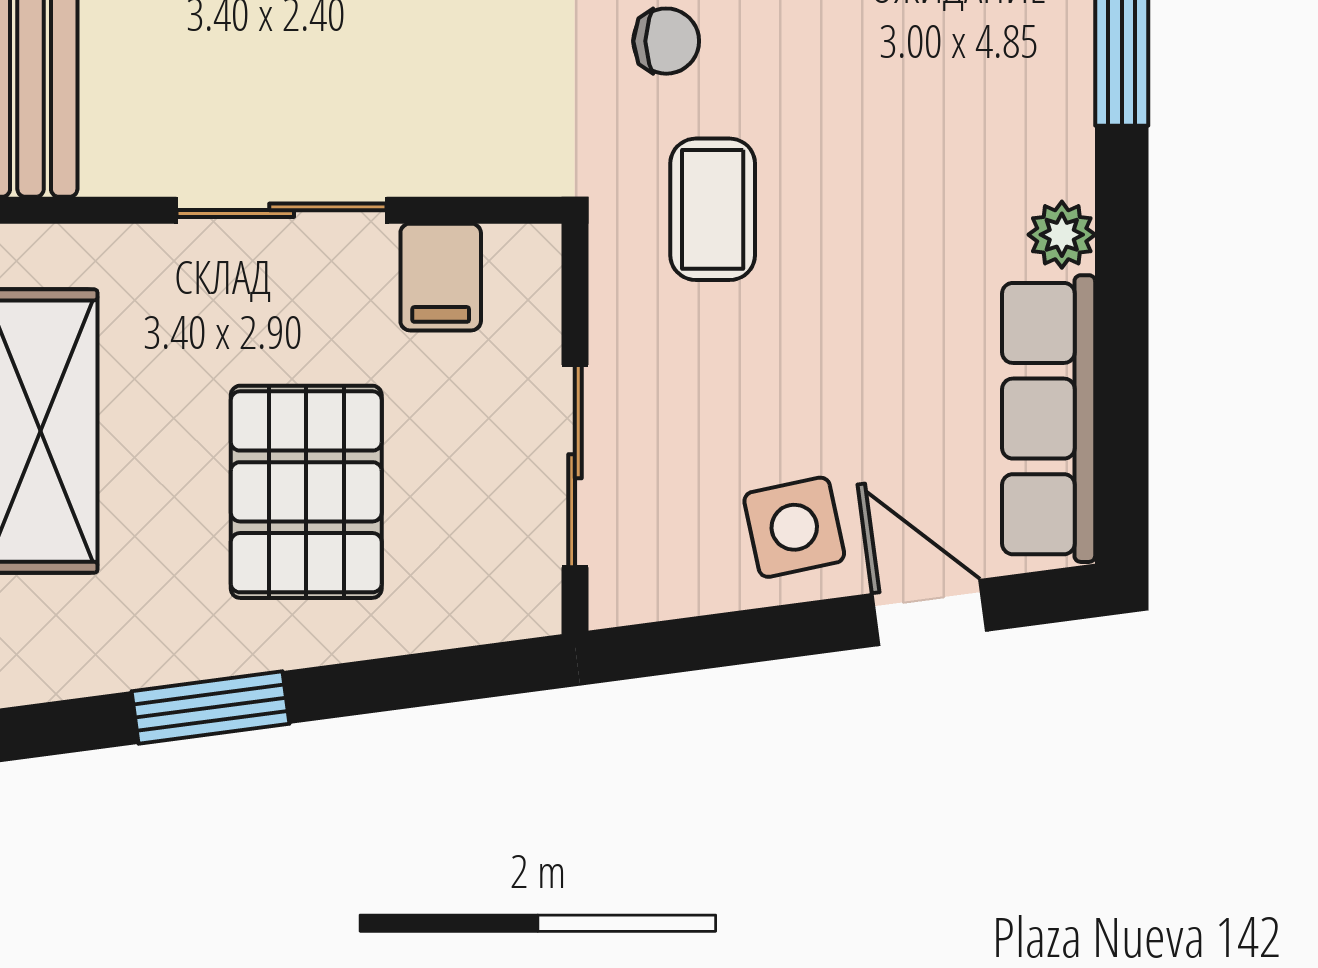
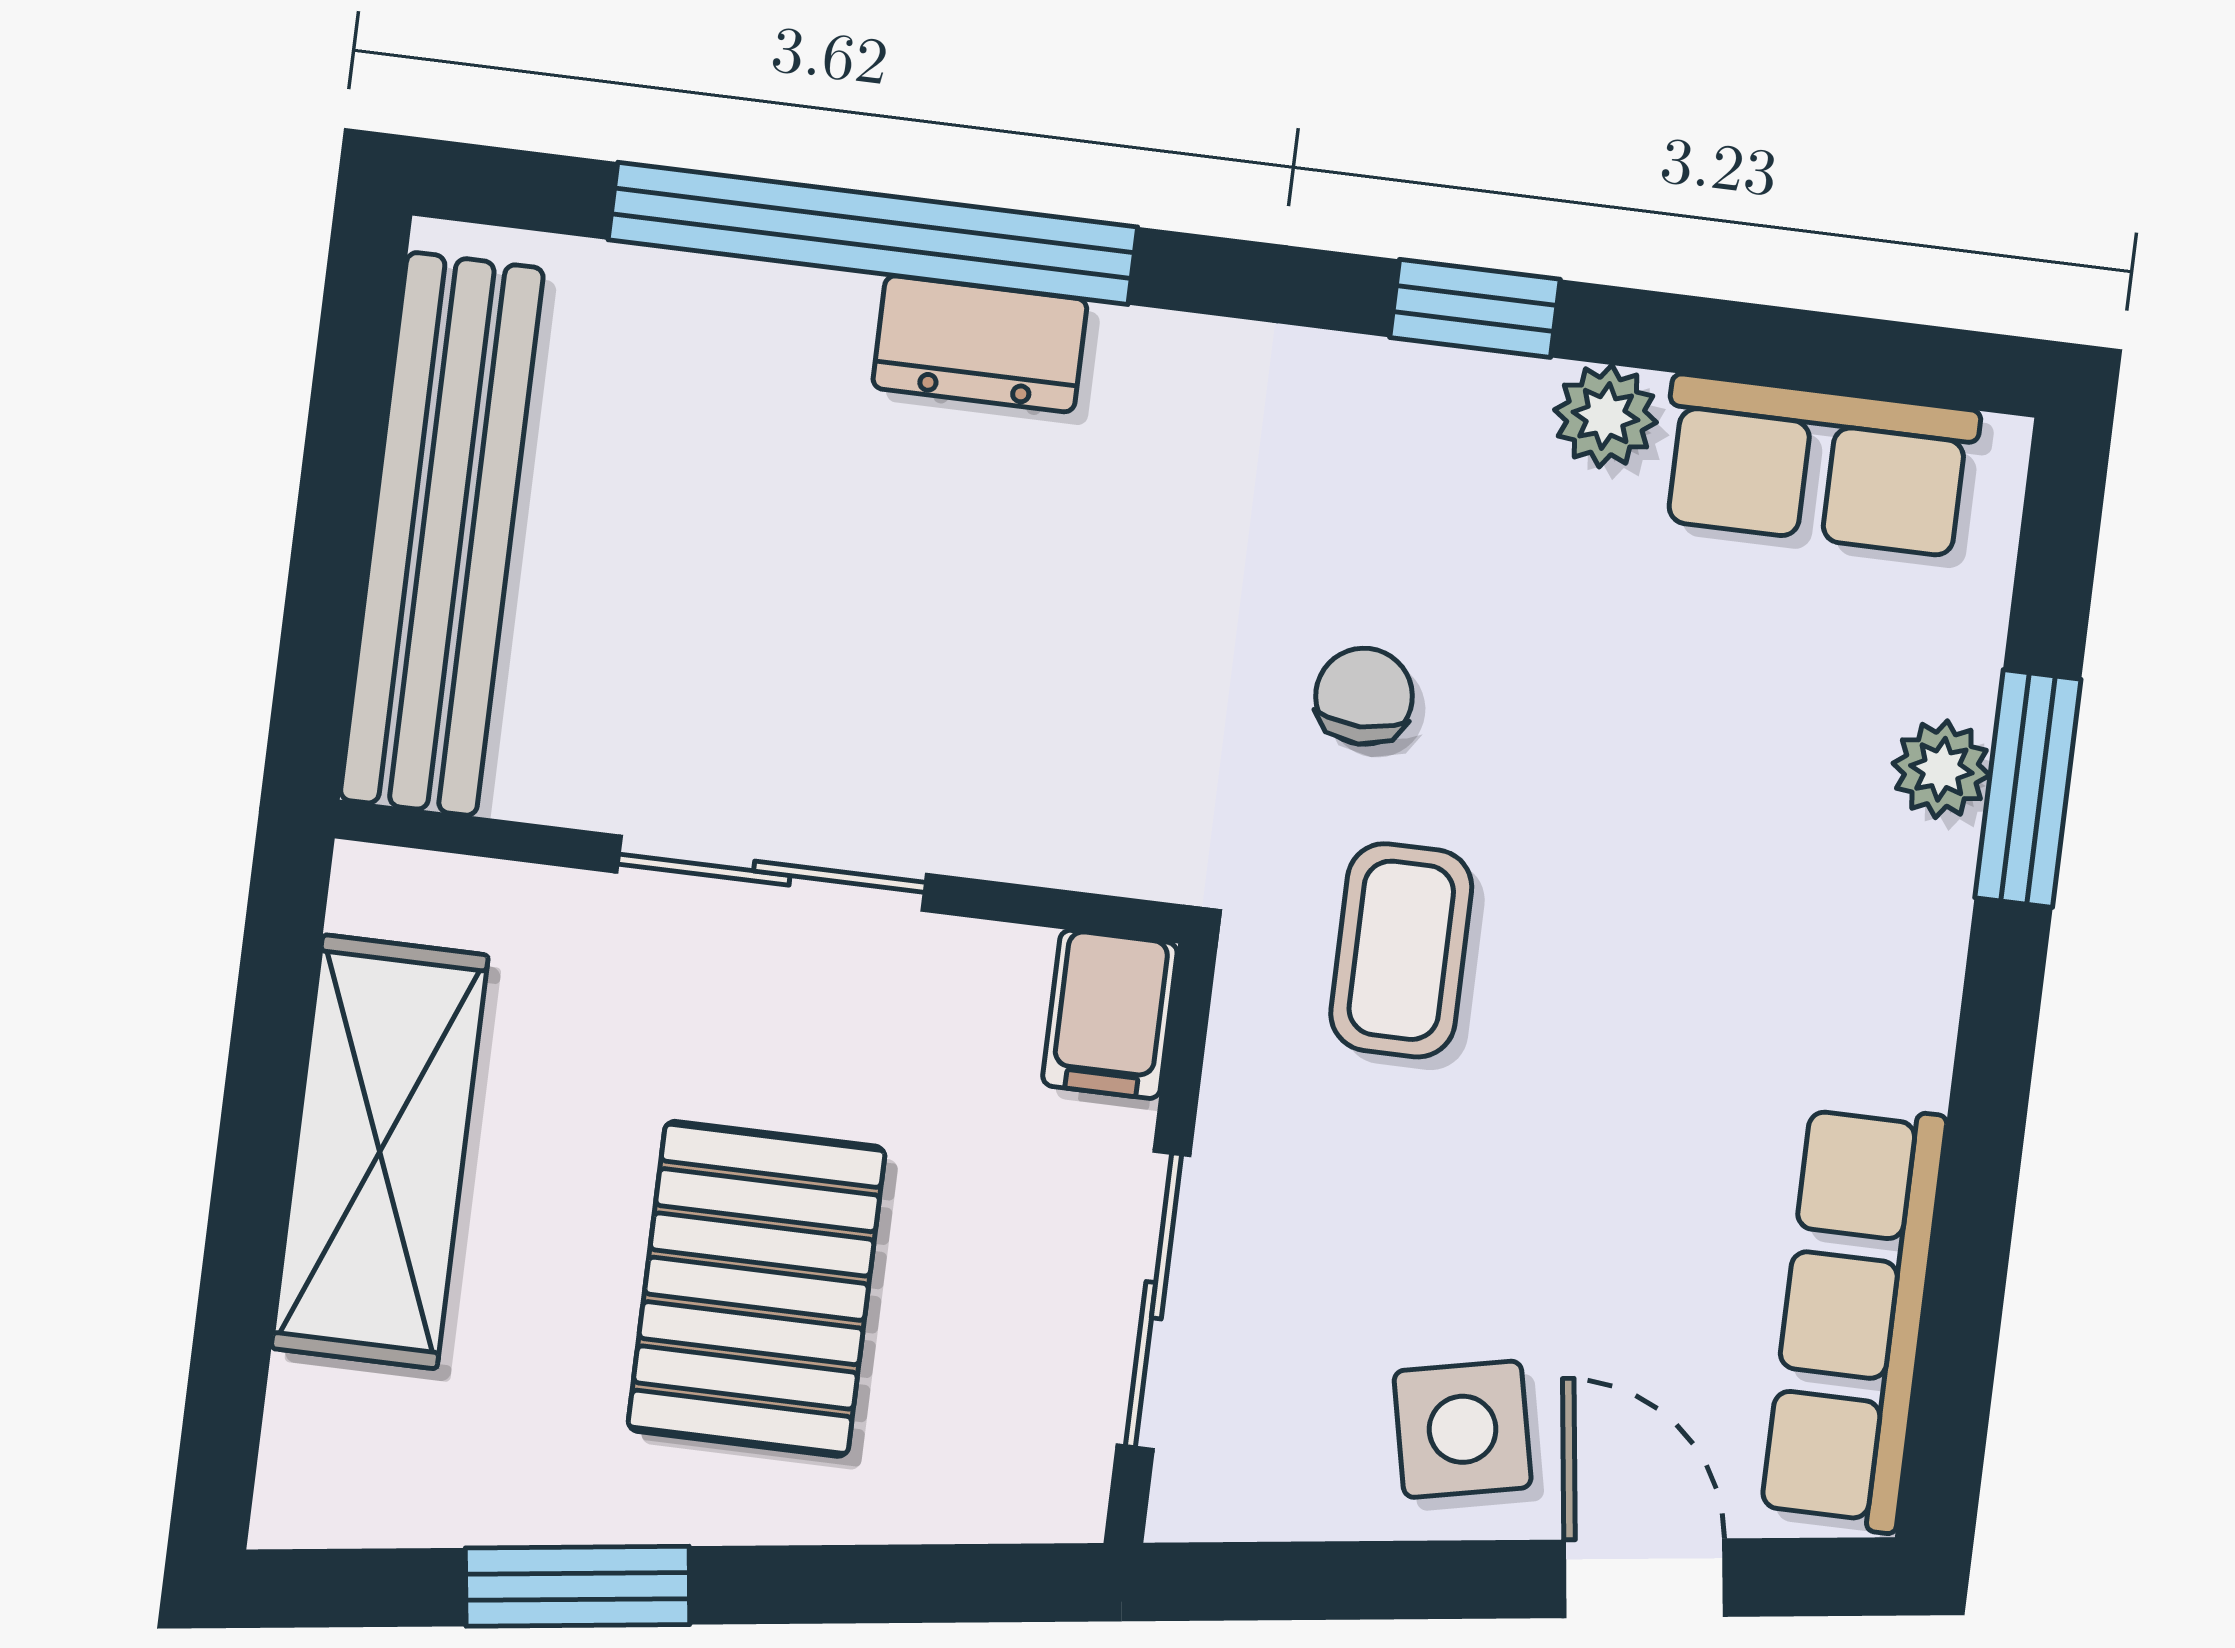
chair: (666, 41) -> (1364, 696), turned -90
plant: (1062, 235) -> (1941, 769), moved
filing cabinet: (441, 277) -> (1110, 1014), moved

